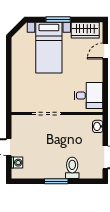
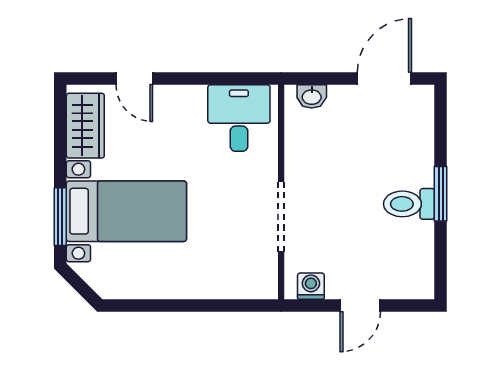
window: (58, 20) -> (60, 217), moved
washing machine: (17, 163) -> (311, 286), moved
toilet: (72, 168) -> (409, 204), moved

